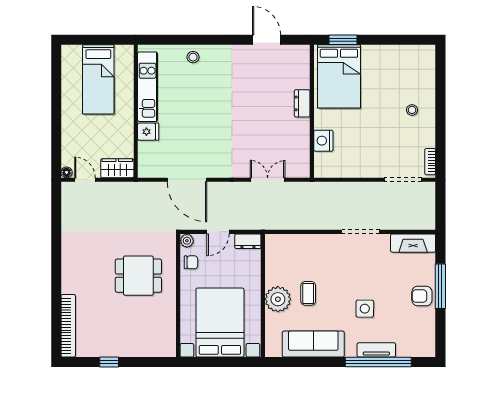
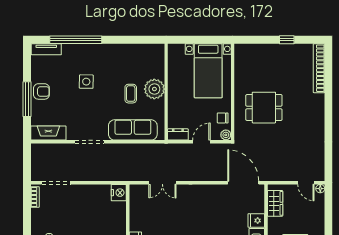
nightstand: (323, 141) -> (119, 193), moved
wardrobe: (117, 168) -> (275, 203), moved, turned -90
door: (187, 180) -> (243, 183), moved
bed with nightstands: (220, 323) -> (208, 71), width x0.73
sofa: (313, 344) -> (133, 130), moved, turned 180
tv unit: (376, 350) -> (46, 49), moved

